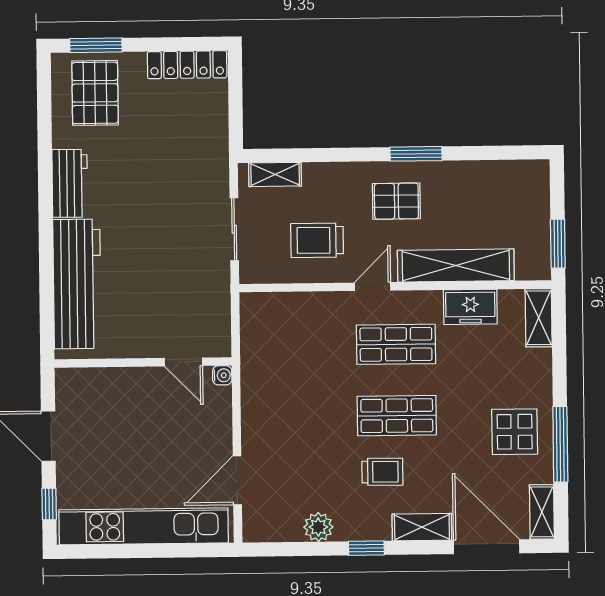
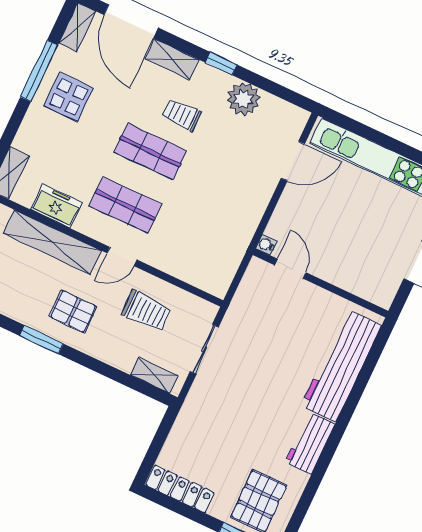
plant: (318, 527) -> (243, 99), width x1.36, depth x1.36

